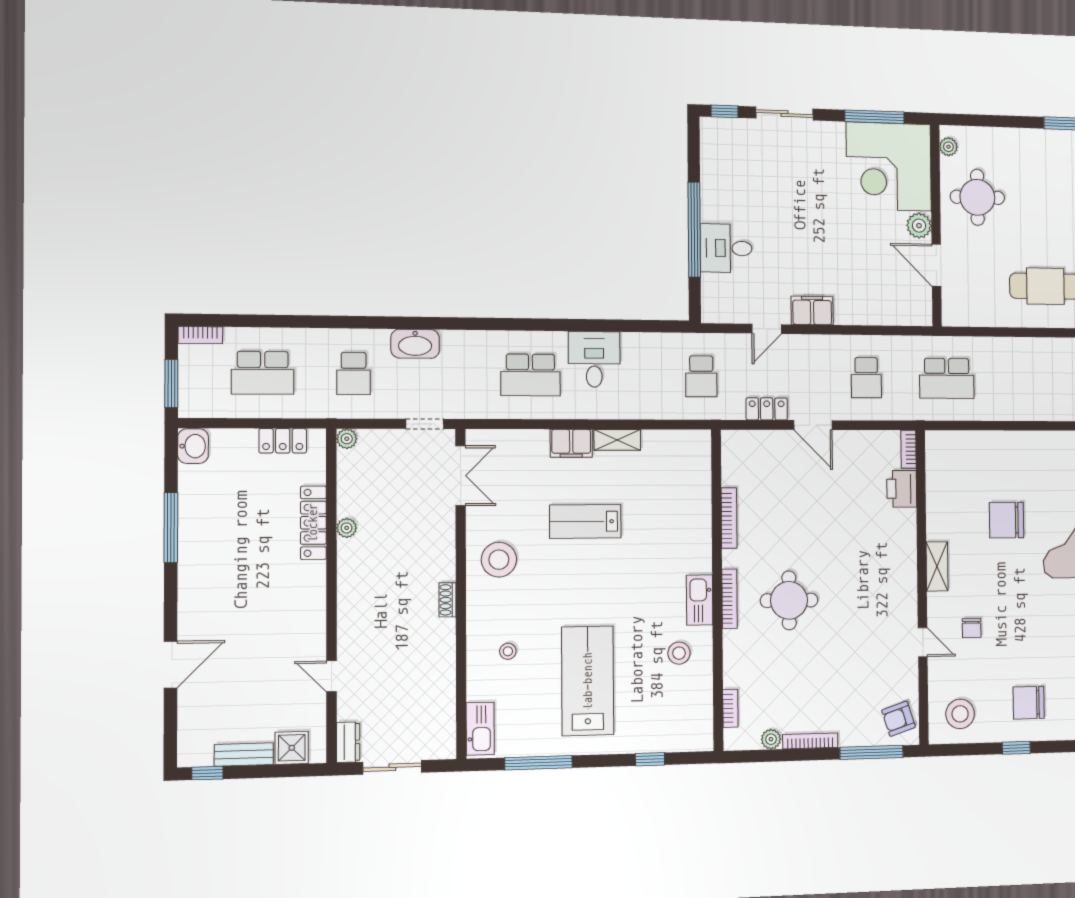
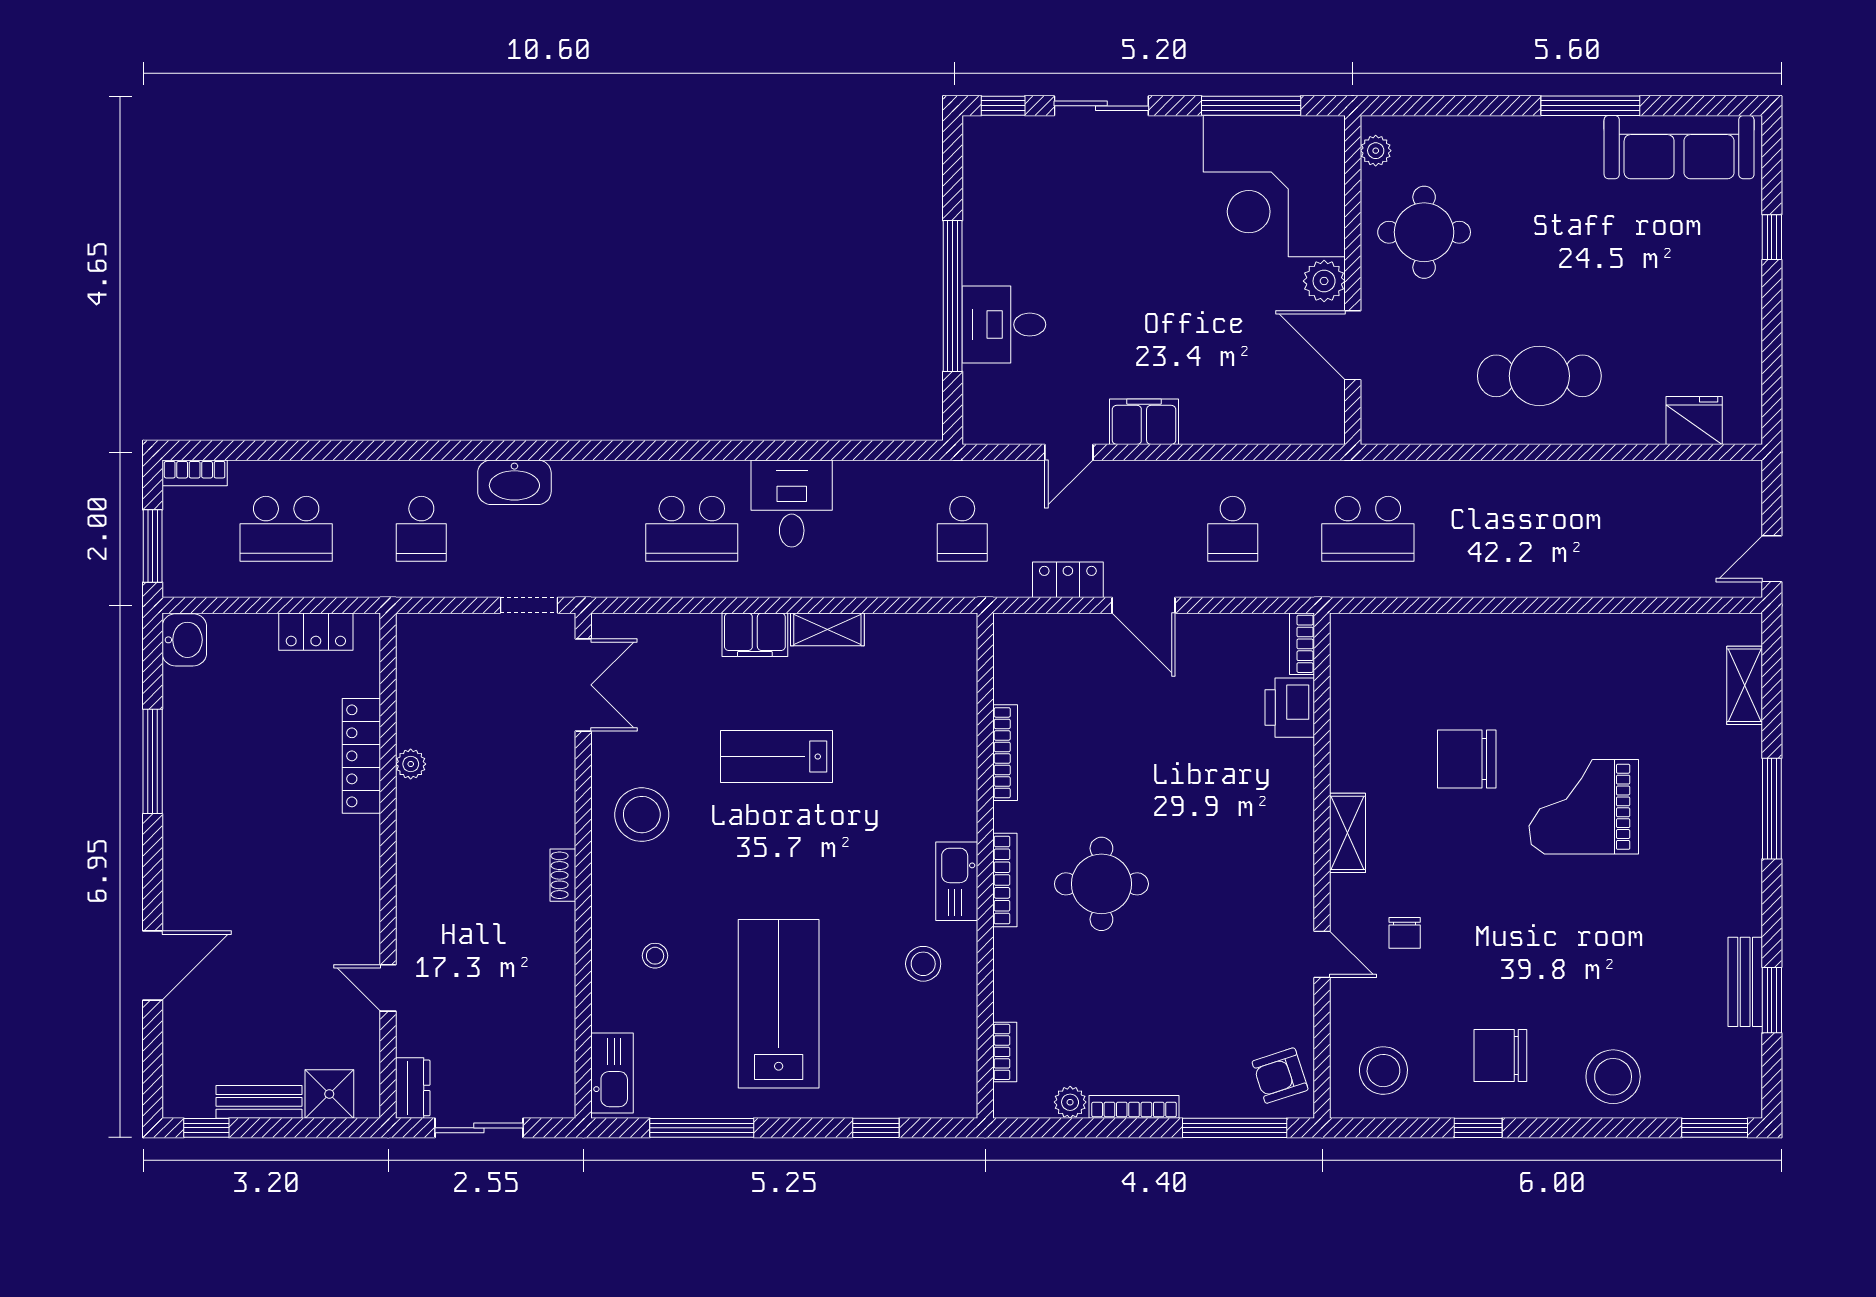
plant: (347, 439) -> (411, 628), removed

